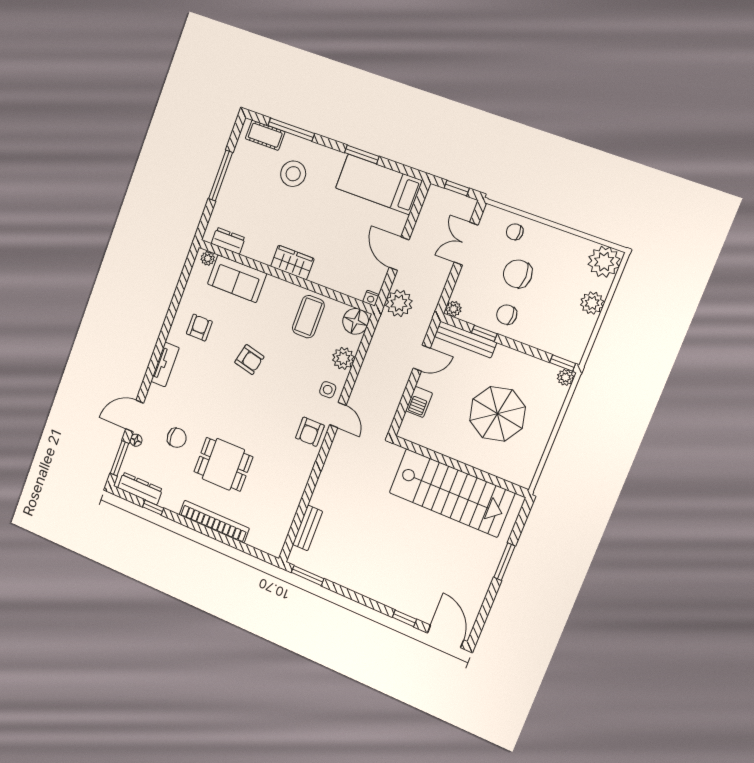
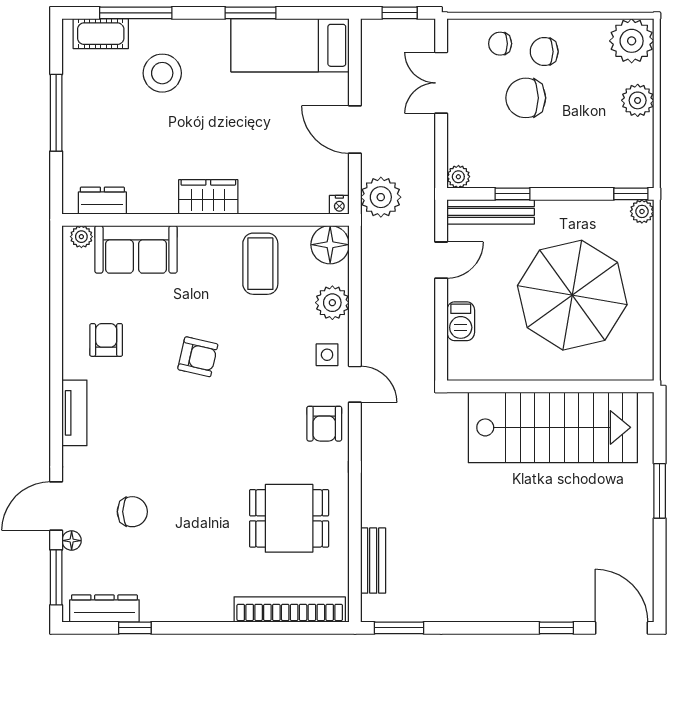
chair: (507, 315) -> (544, 52), moved
parasol: (497, 414) -> (572, 295), width x1.36, depth x1.36
dining table: (223, 464) -> (289, 518), moved
bookcase: (214, 522) -> (290, 609), moved

